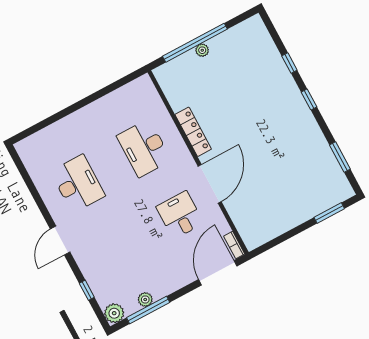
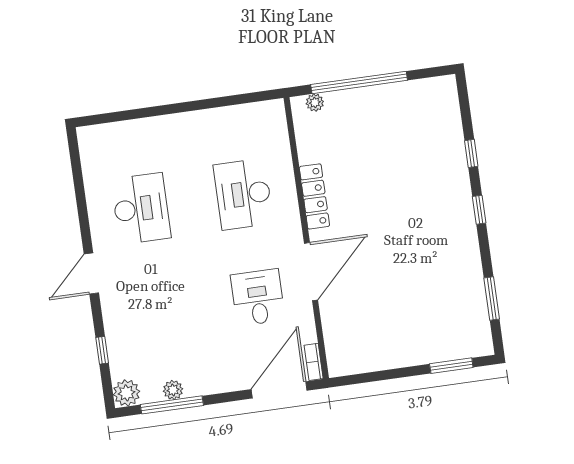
plant: (202, 50) -> (315, 103), moved

